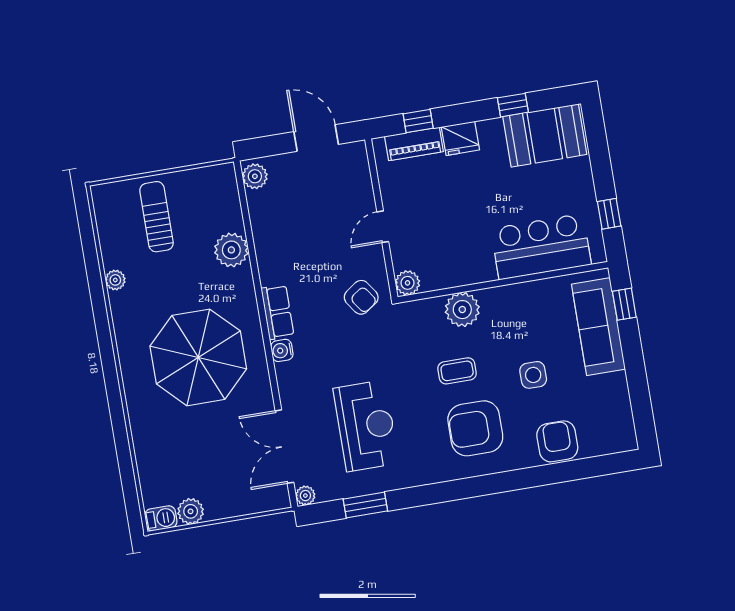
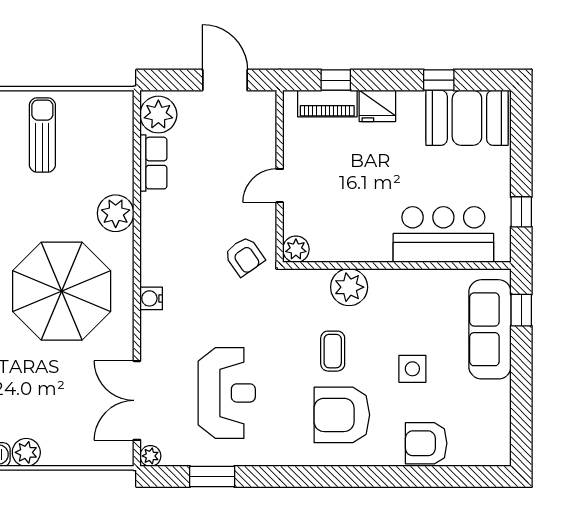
plant: (255, 176) -> (158, 115), width x1.36, depth x1.36
plant: (231, 250) -> (116, 213), moved
row of seats: (278, 312) -> (153, 163), moved
coffee table: (457, 371) -> (333, 351), turned 90
armchair: (557, 441) -> (426, 443), turned -90

